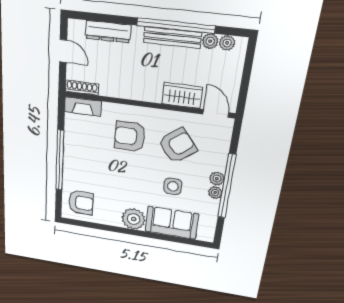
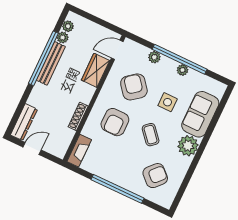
dresser: (108, 32) -> (24, 122), moved
shoe rack: (82, 88) -> (78, 116), moved
coffee table: (131, 178) -> (151, 135), added
plant: (217, 179) -> (154, 57), moved
armchair: (81, 203) -> (155, 176), moved, turned 43

